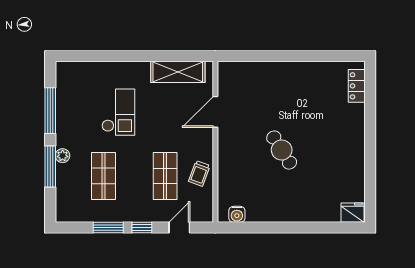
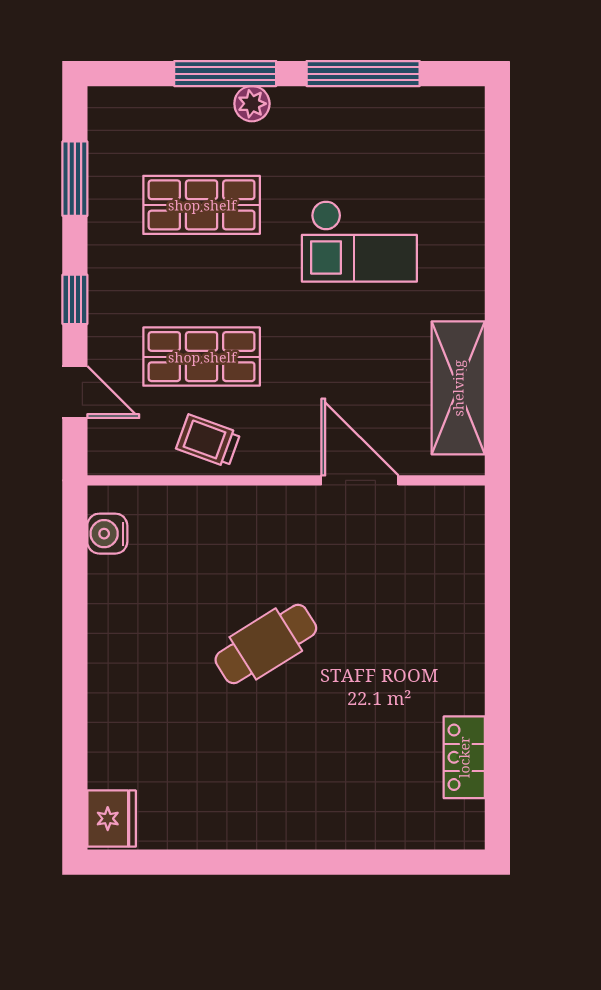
locker: (357, 86) -> (464, 757), moved, turned -90
window: (108, 227) -> (75, 179), moved

